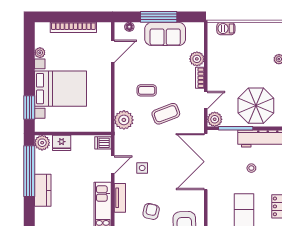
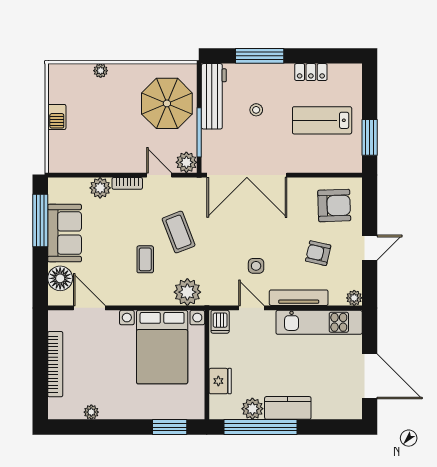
window: (159, 17) -> (40, 221), moved
floor lamp: (129, 27) -> (60, 278), width x1.89, depth x1.89
barbecue: (226, 29) -> (57, 117), moved
bed with nightstands: (60, 89) -> (162, 347), moved, turned 180
plant: (42, 143) -> (252, 409), moved
tv unit: (120, 198) -> (299, 298), width x1.41

